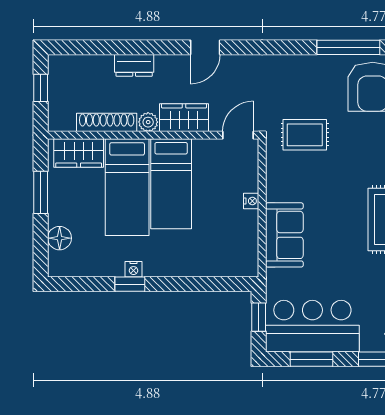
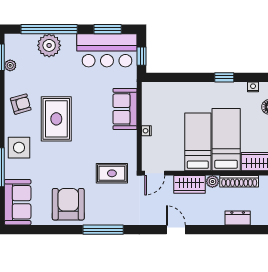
door: (205, 47) -> (176, 230), hinge flipped
window: (348, 47) -> (103, 230), moved
dresser: (134, 65) -> (238, 218), moved
nightstand: (134, 269) -> (253, 87), moved

